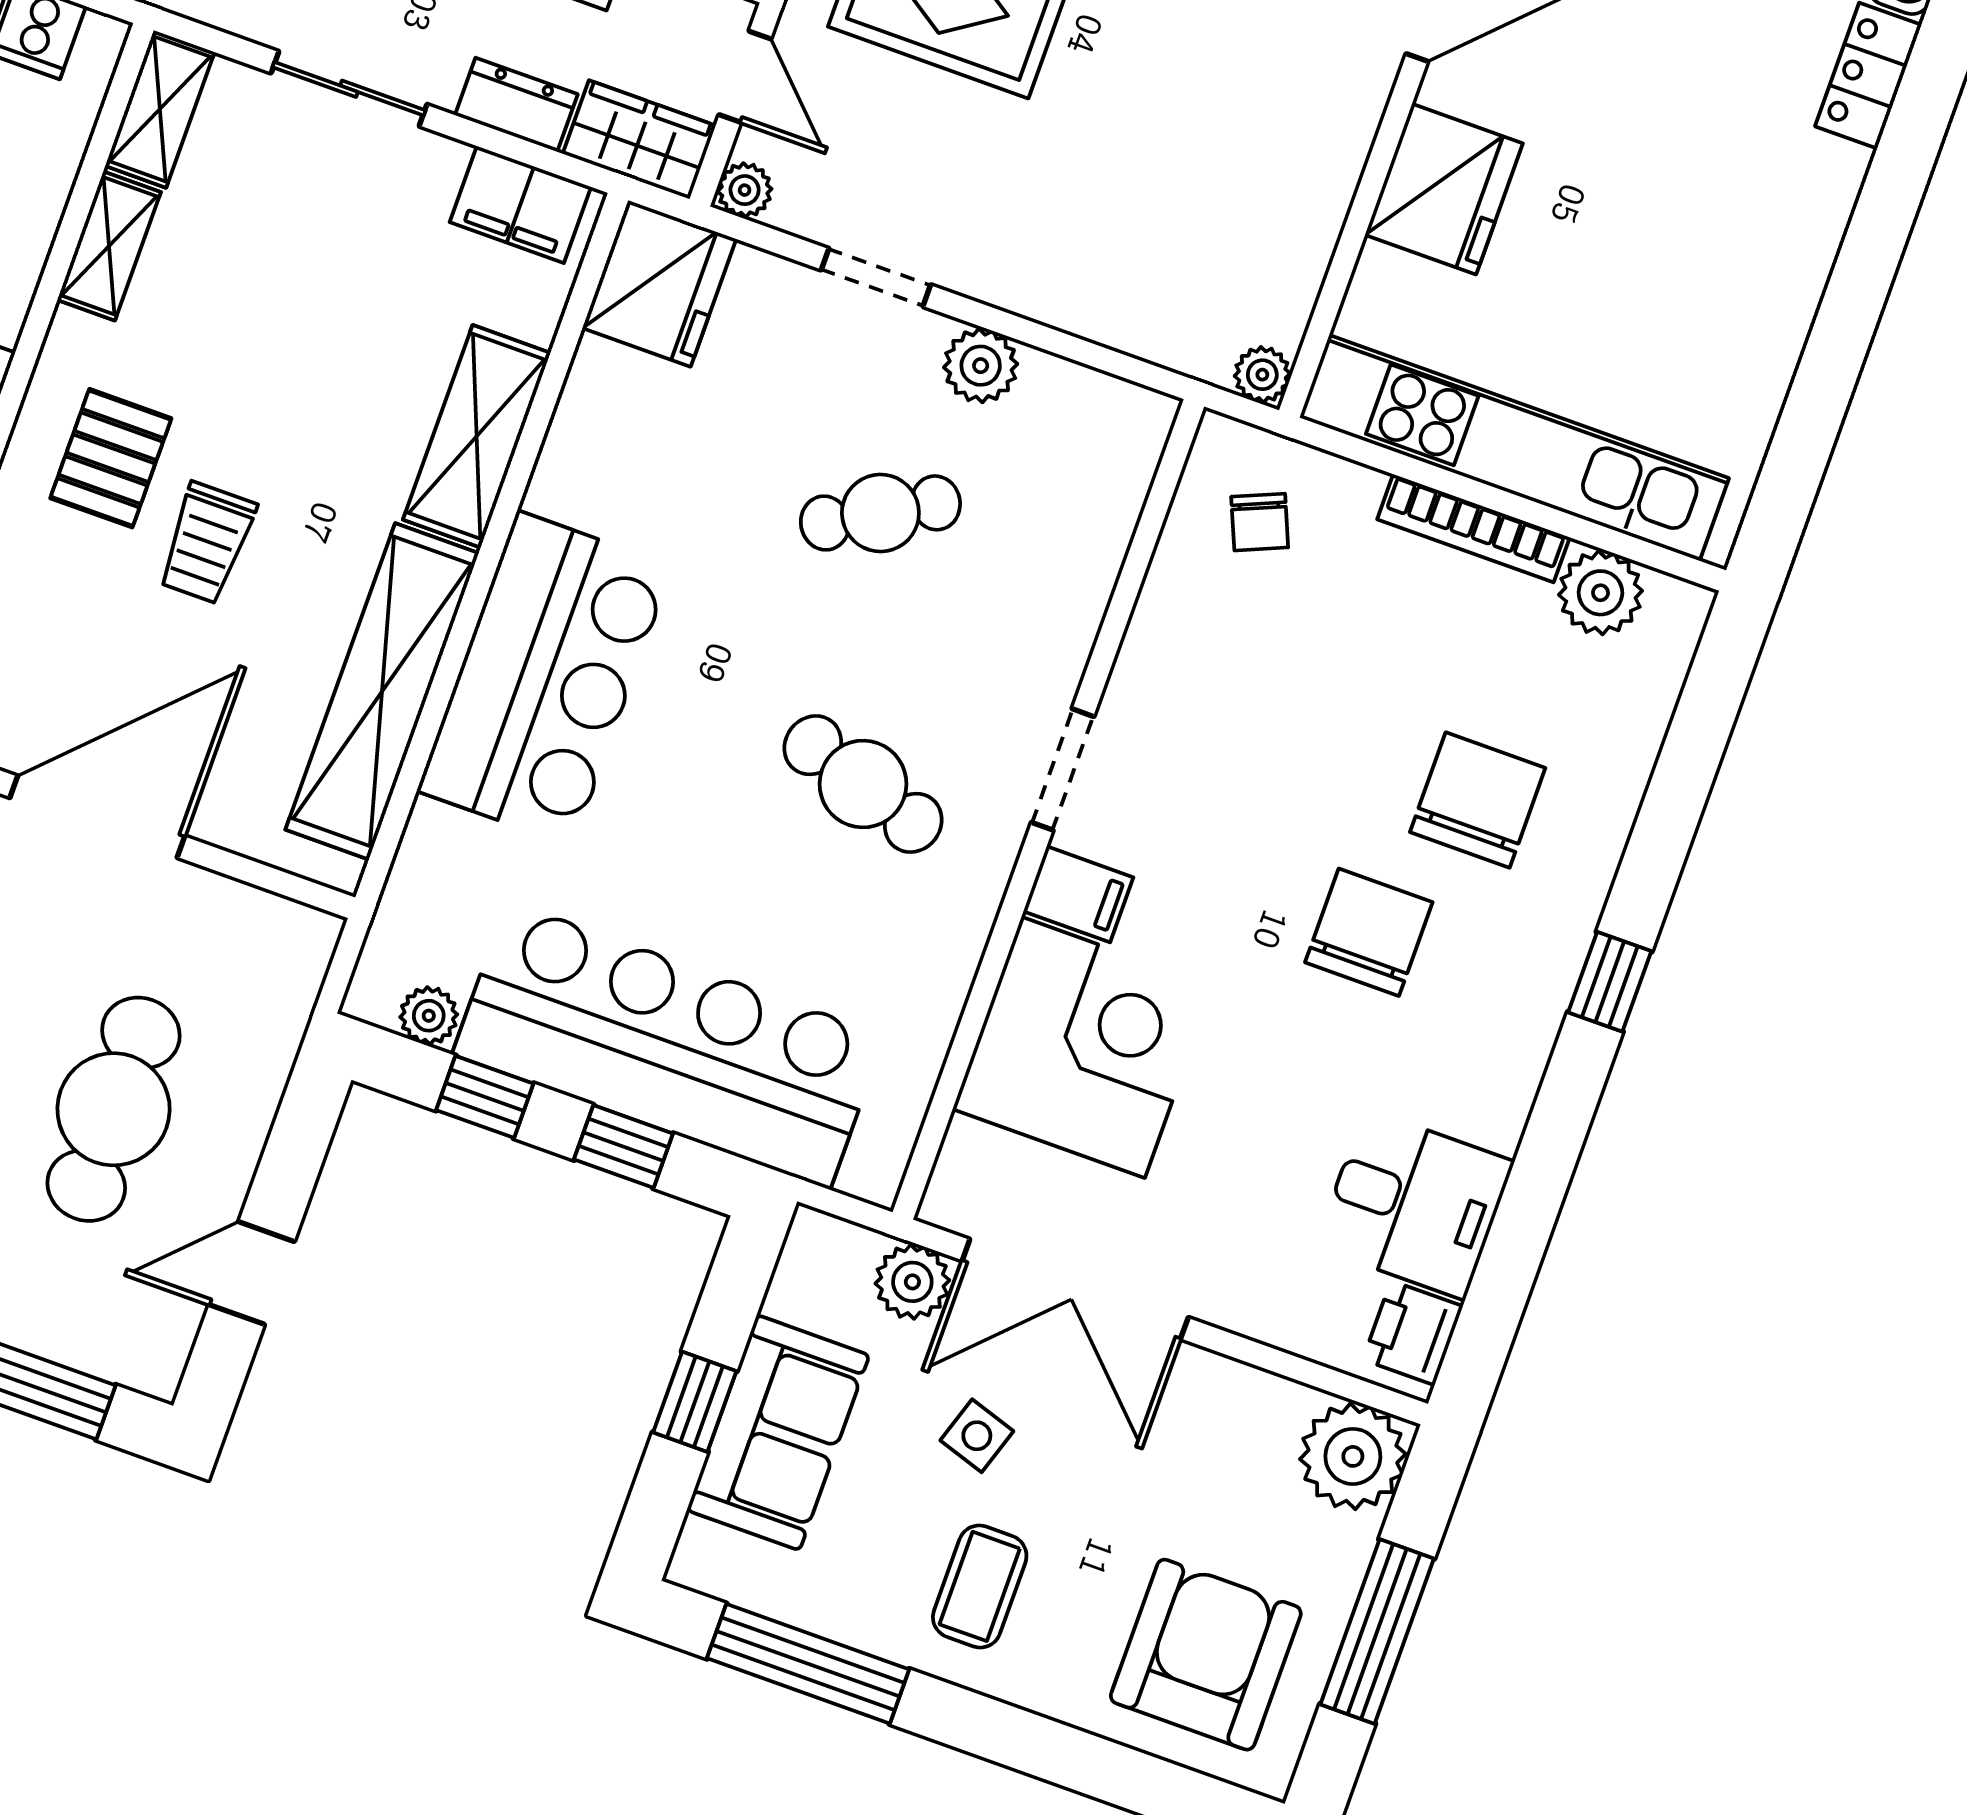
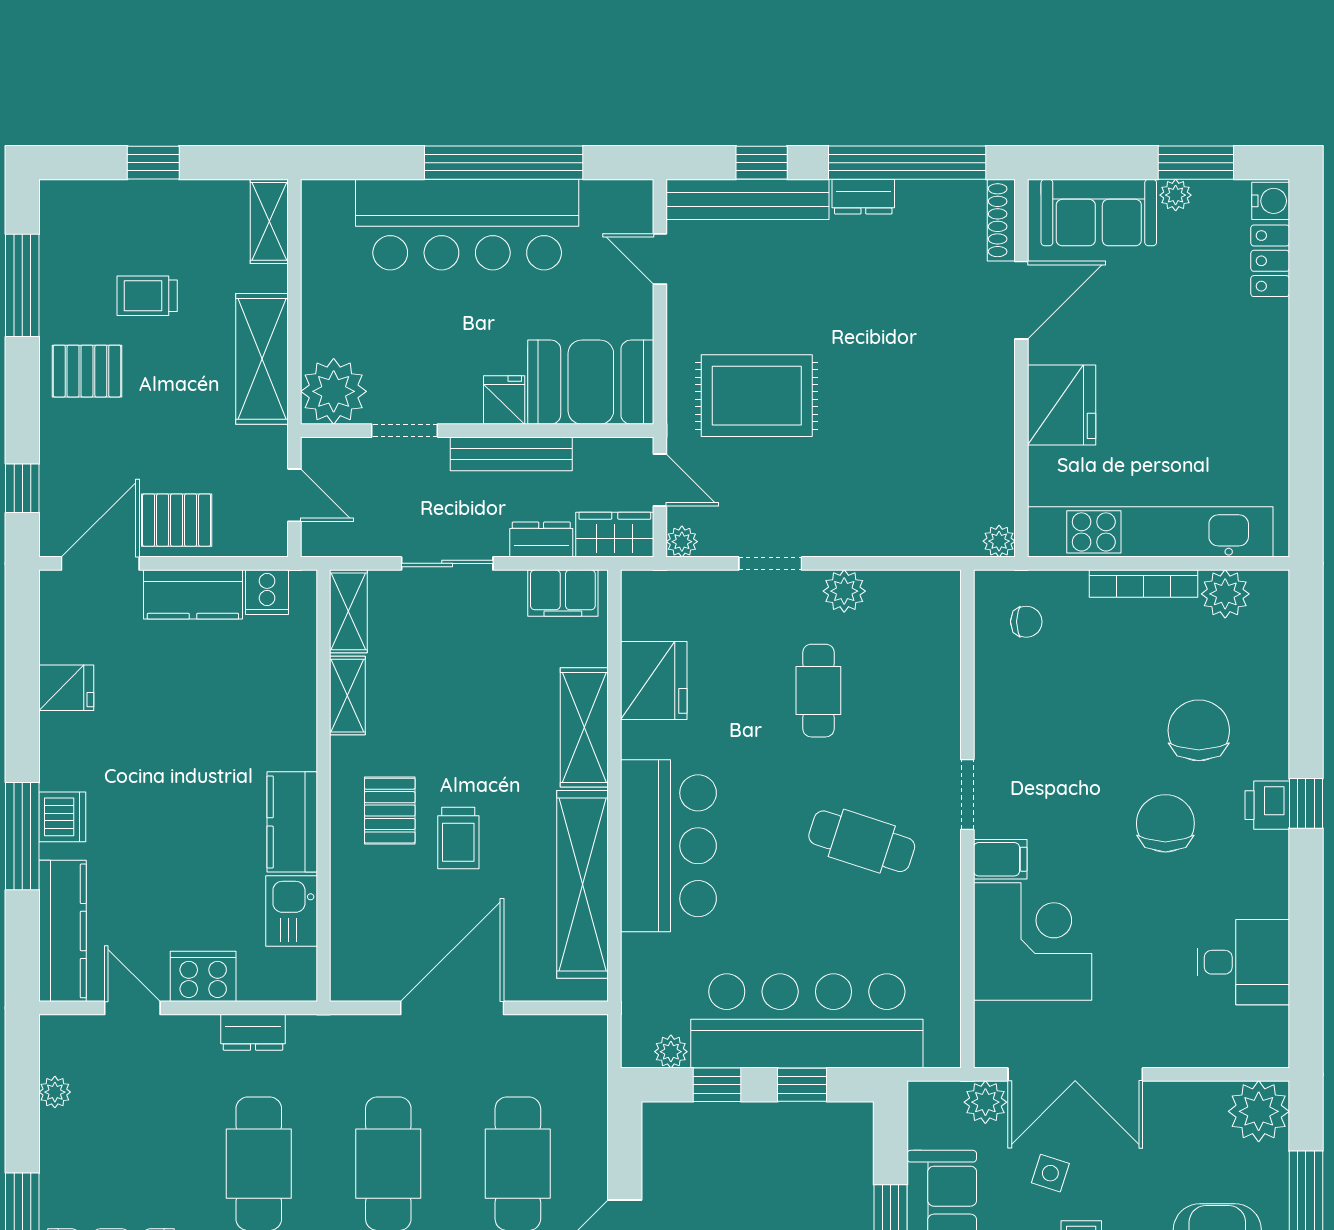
fridge: (659, 283) -> (654, 681), moved
cafe table: (880, 513) -> (818, 691), turned -60
chair: (1260, 522) -> (1026, 622), turned -67
printer: (1413, 1333) -> (1267, 805), moved

